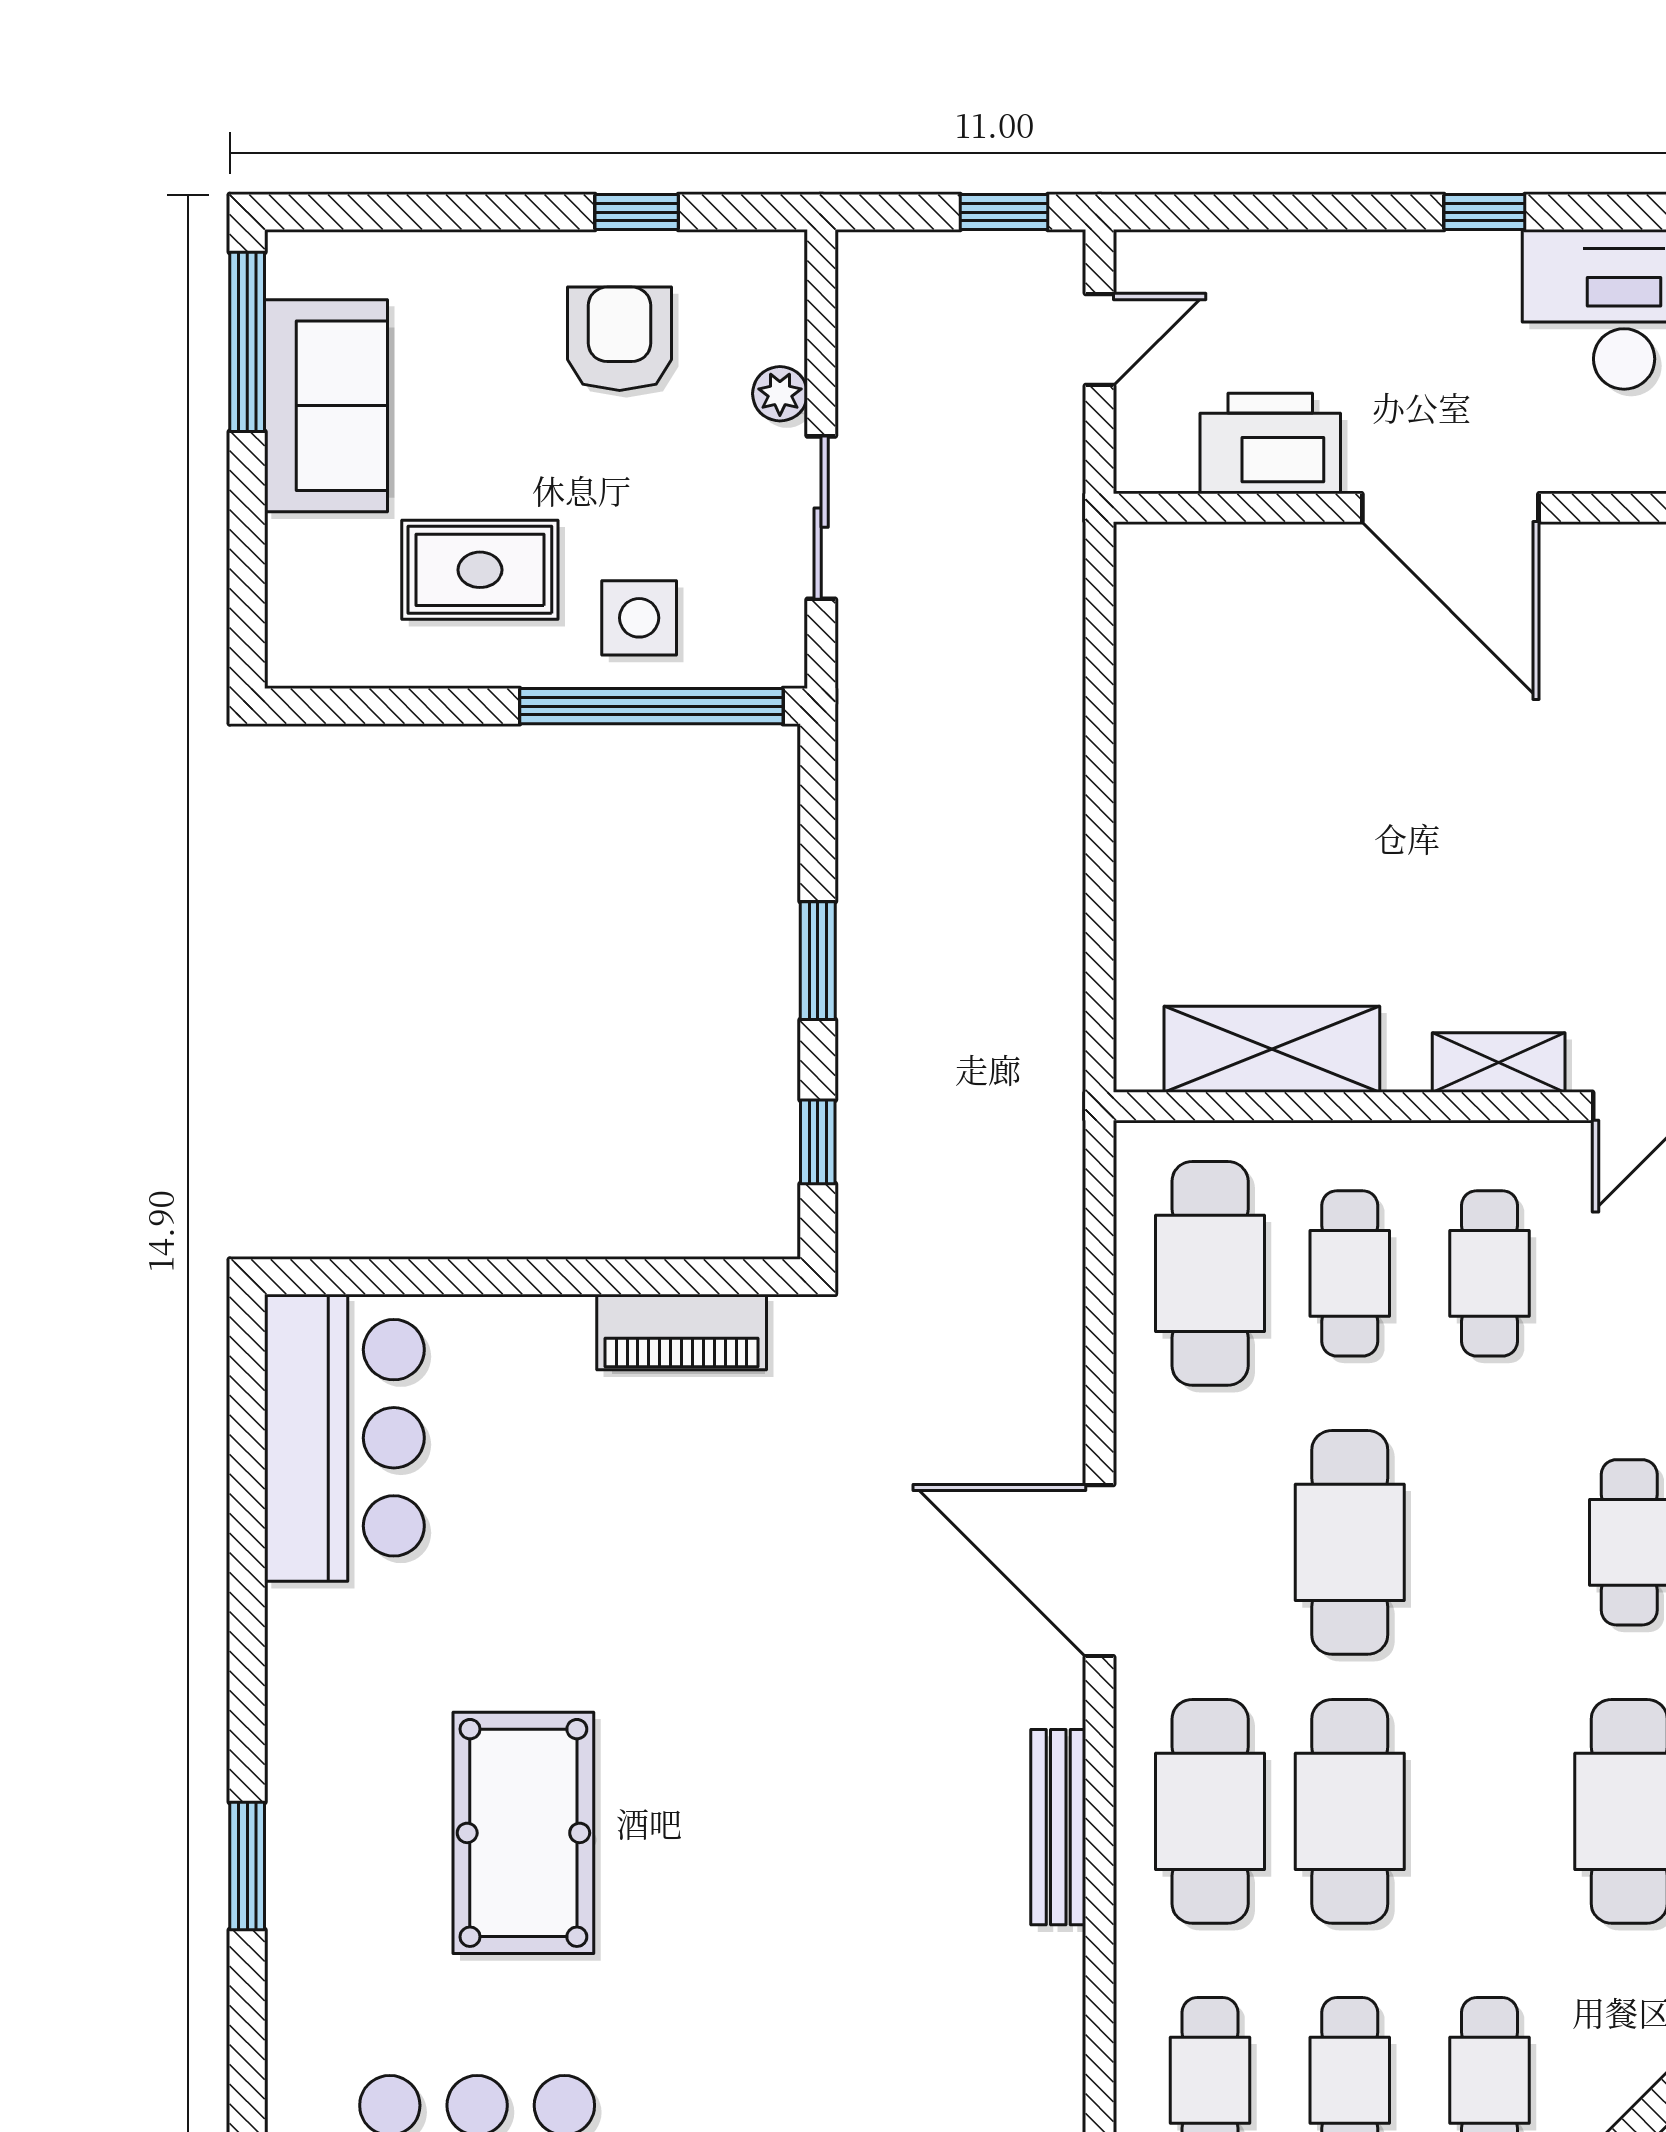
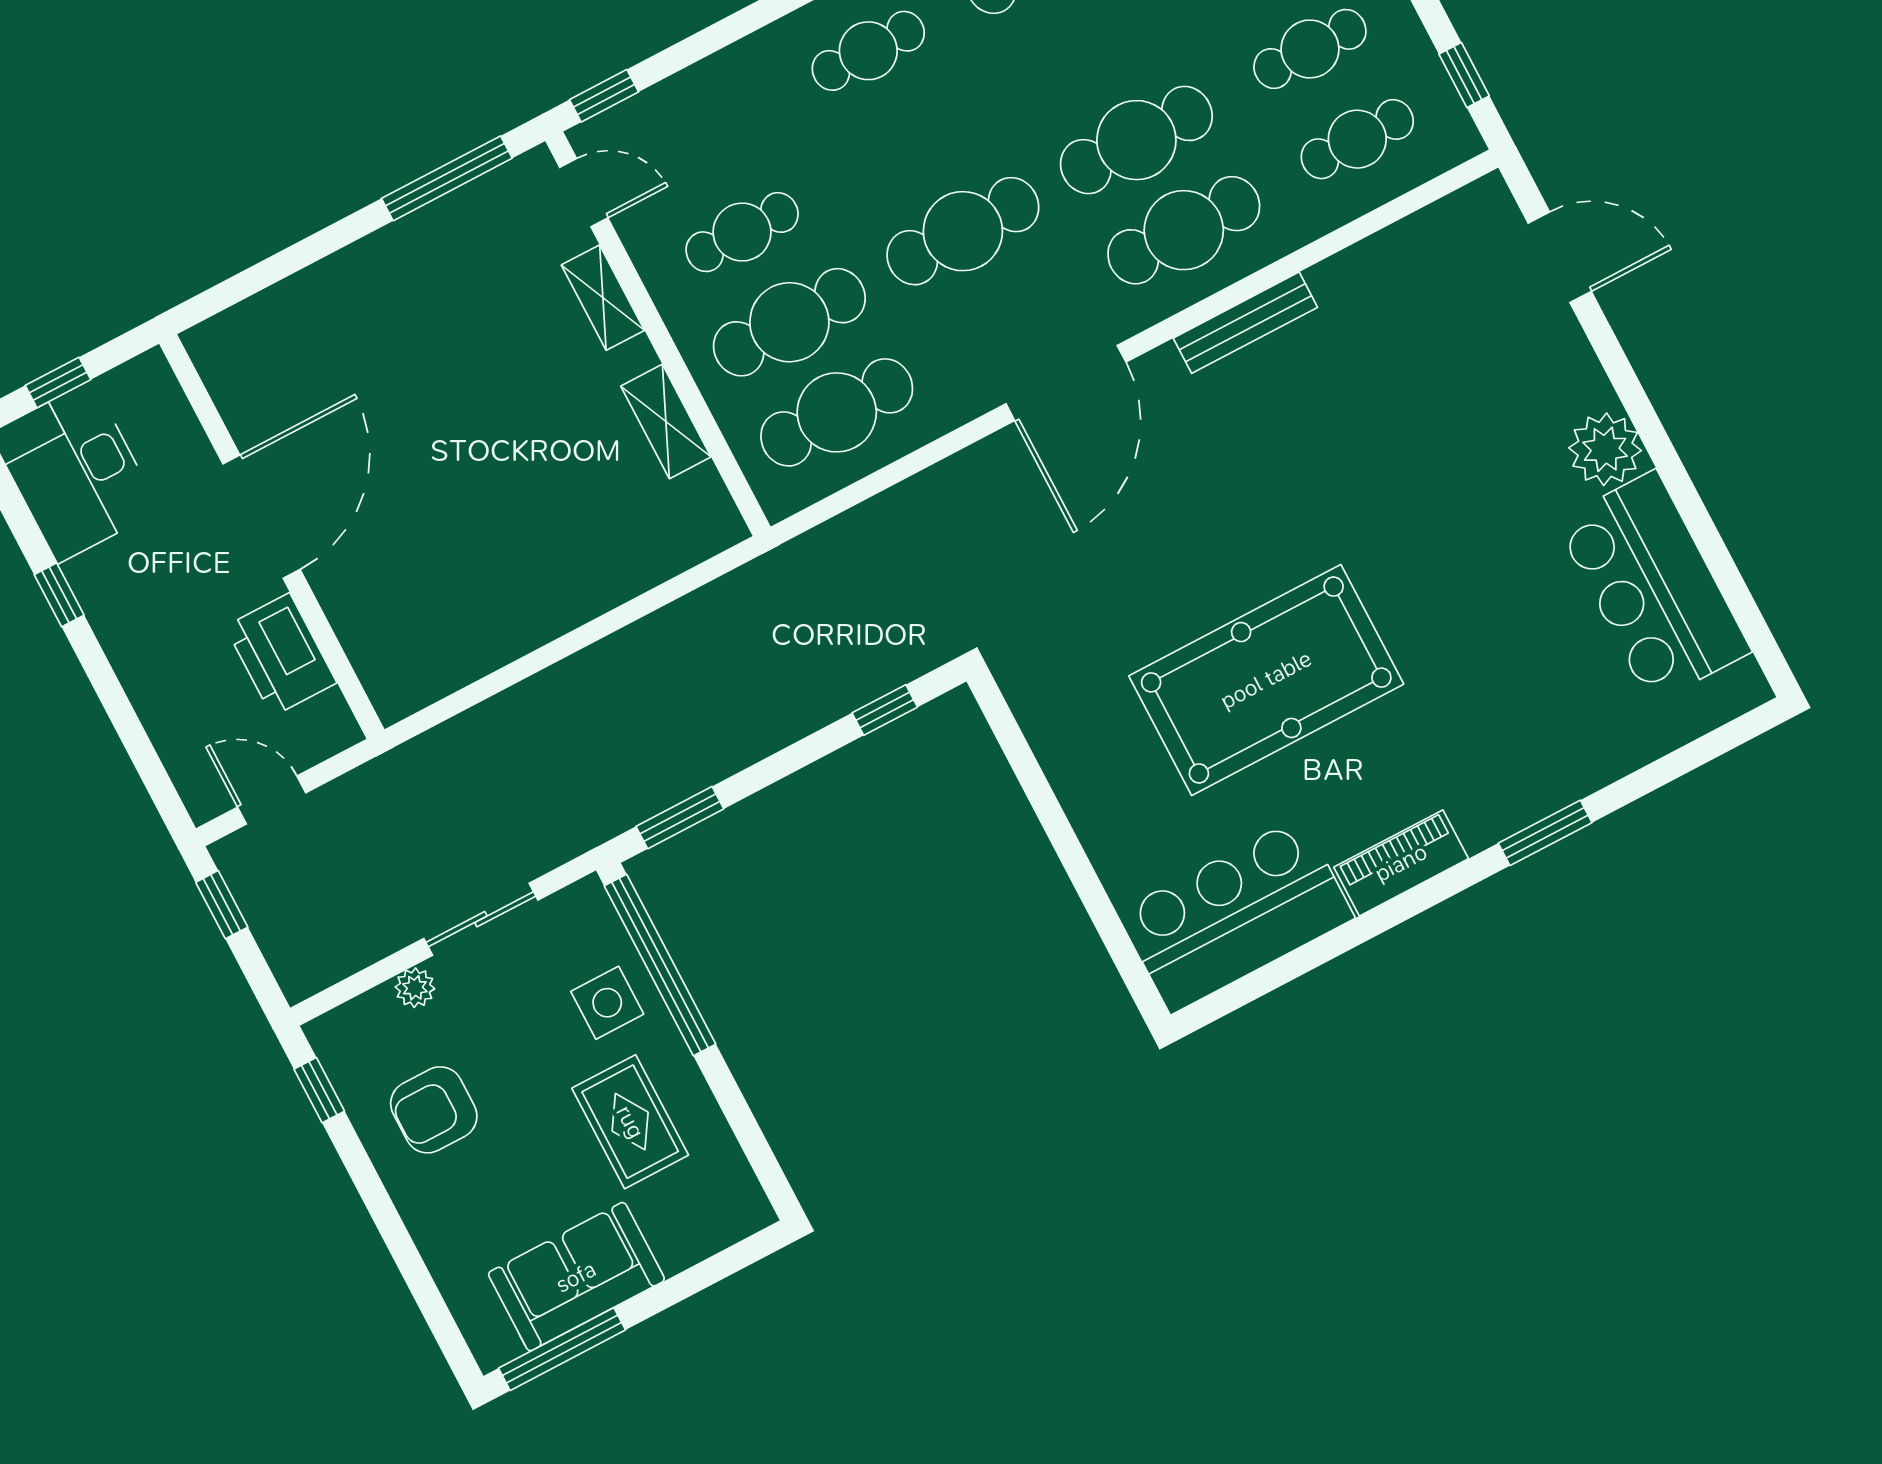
window: (637, 212) -> (319, 1090), moved
window: (818, 961) -> (680, 818), moved
shelving: (1272, 1049) -> (666, 422), width x0.67, depth x0.75
cafe table: (1350, 1273) -> (789, 322), width x1.37, depth x1.35
piano: (682, 1332) -> (1401, 863), moved, turned -90
pool table: (523, 1833) -> (1266, 680), moved, width x1.36, depth x1.32

